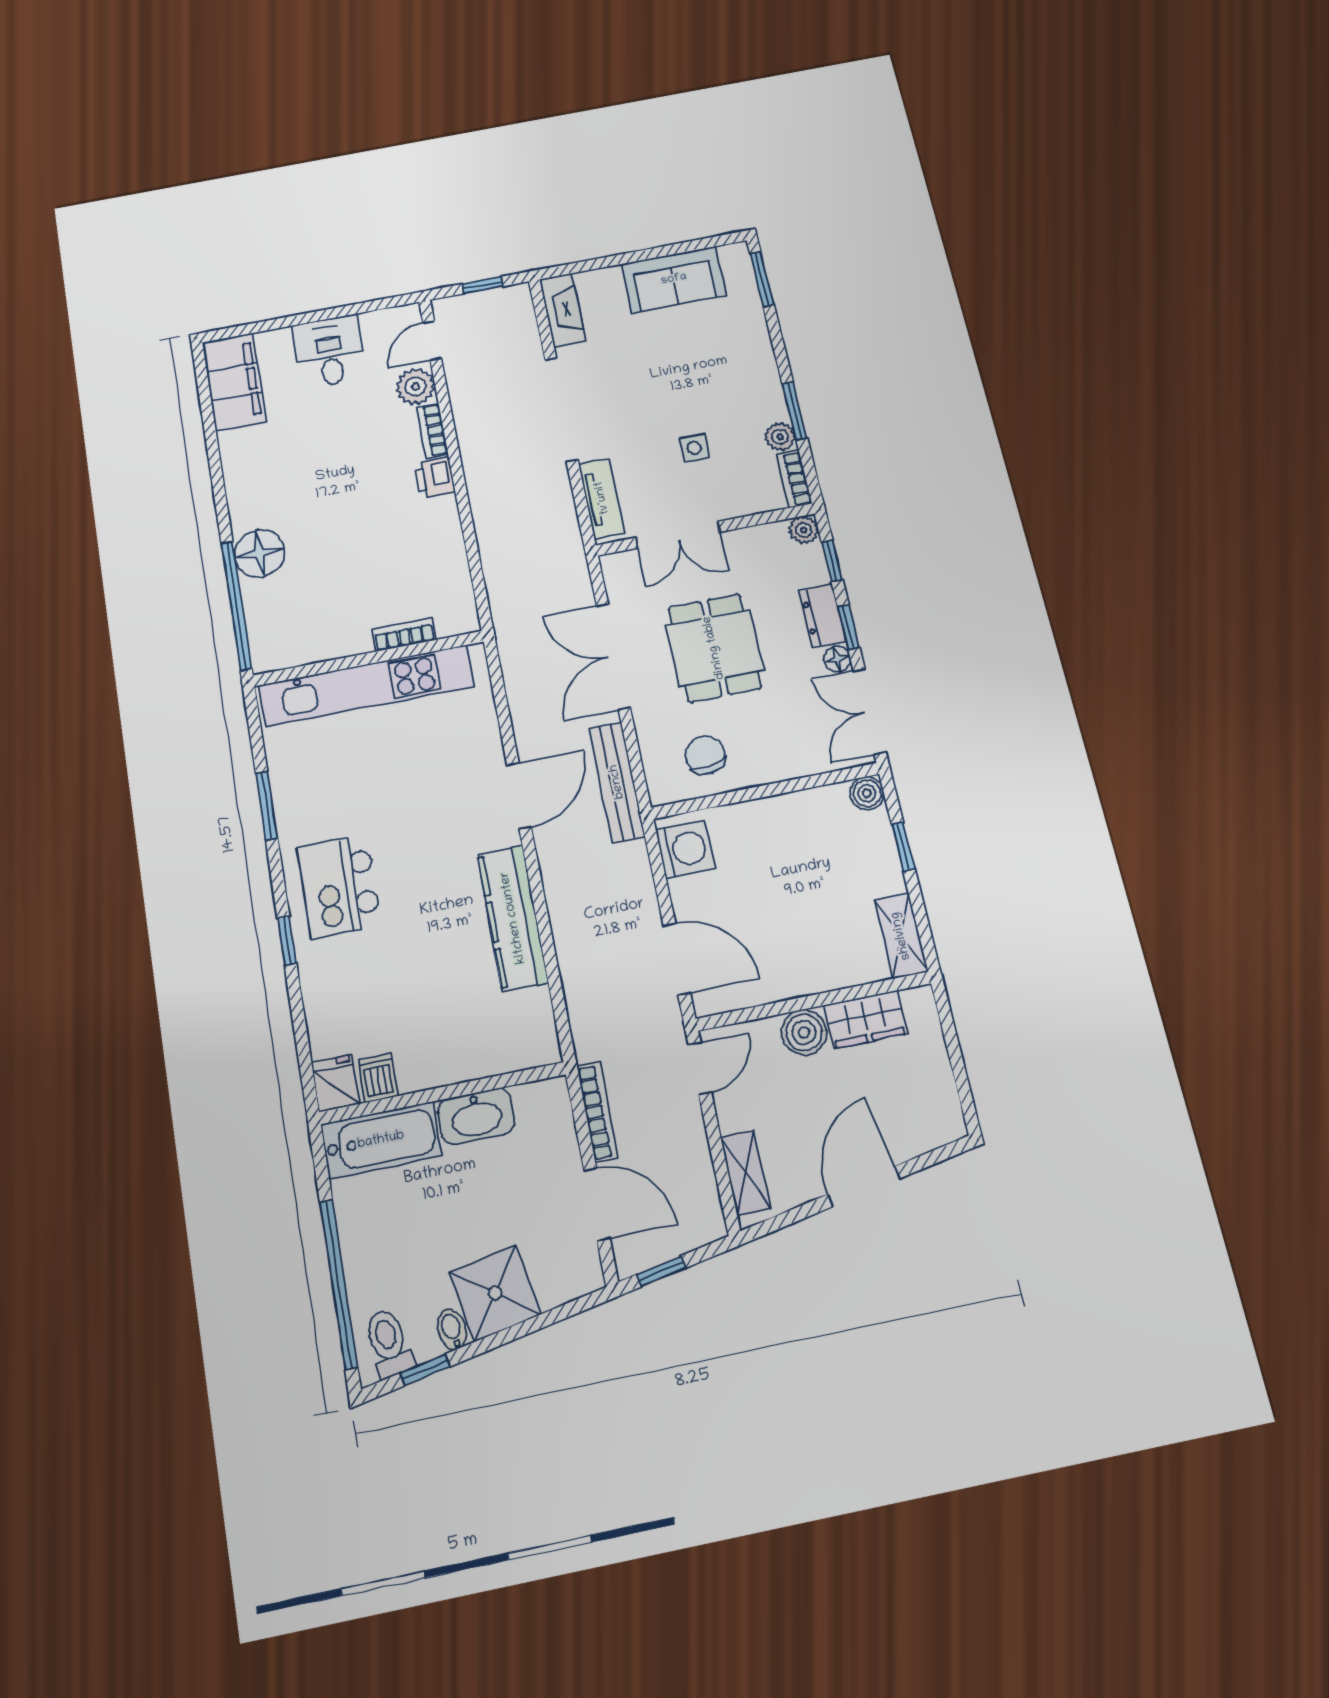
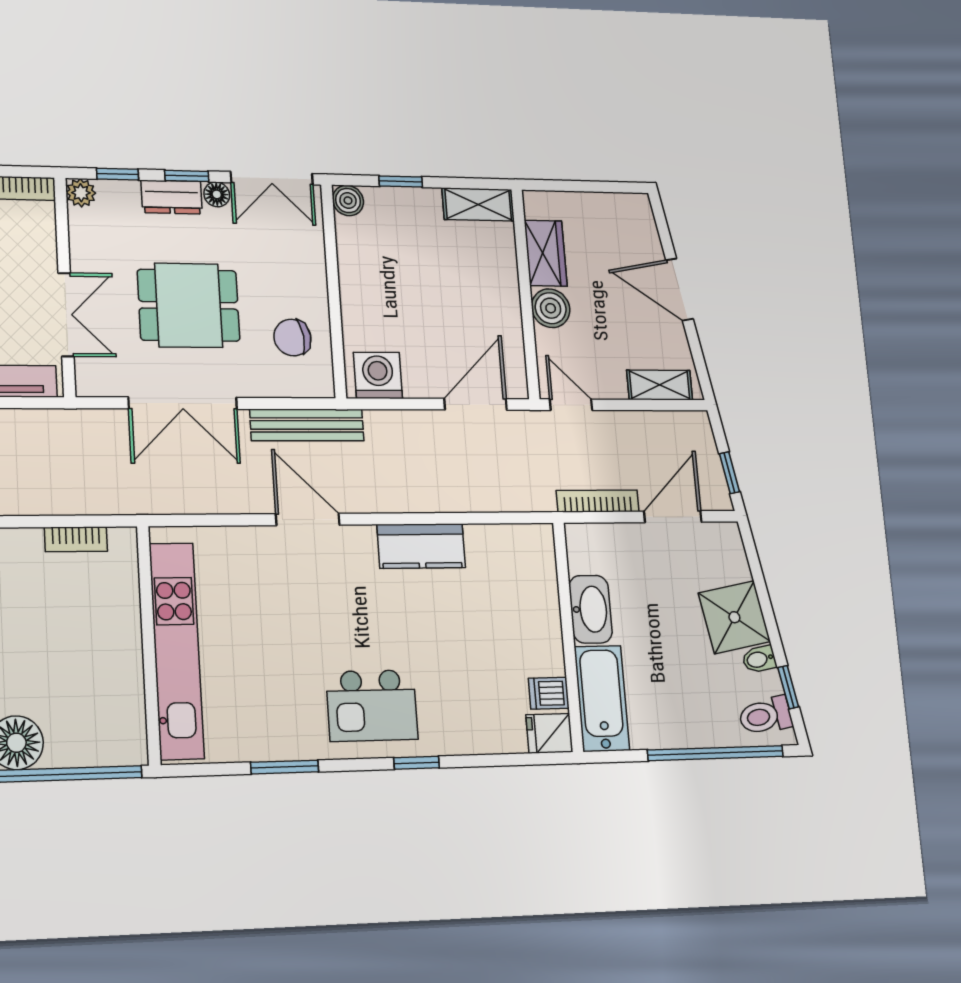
bookcase: (404, 635) -> (76, 539), moved, turned -90
kitchen counter: (513, 918) -> (421, 546), width x0.67

